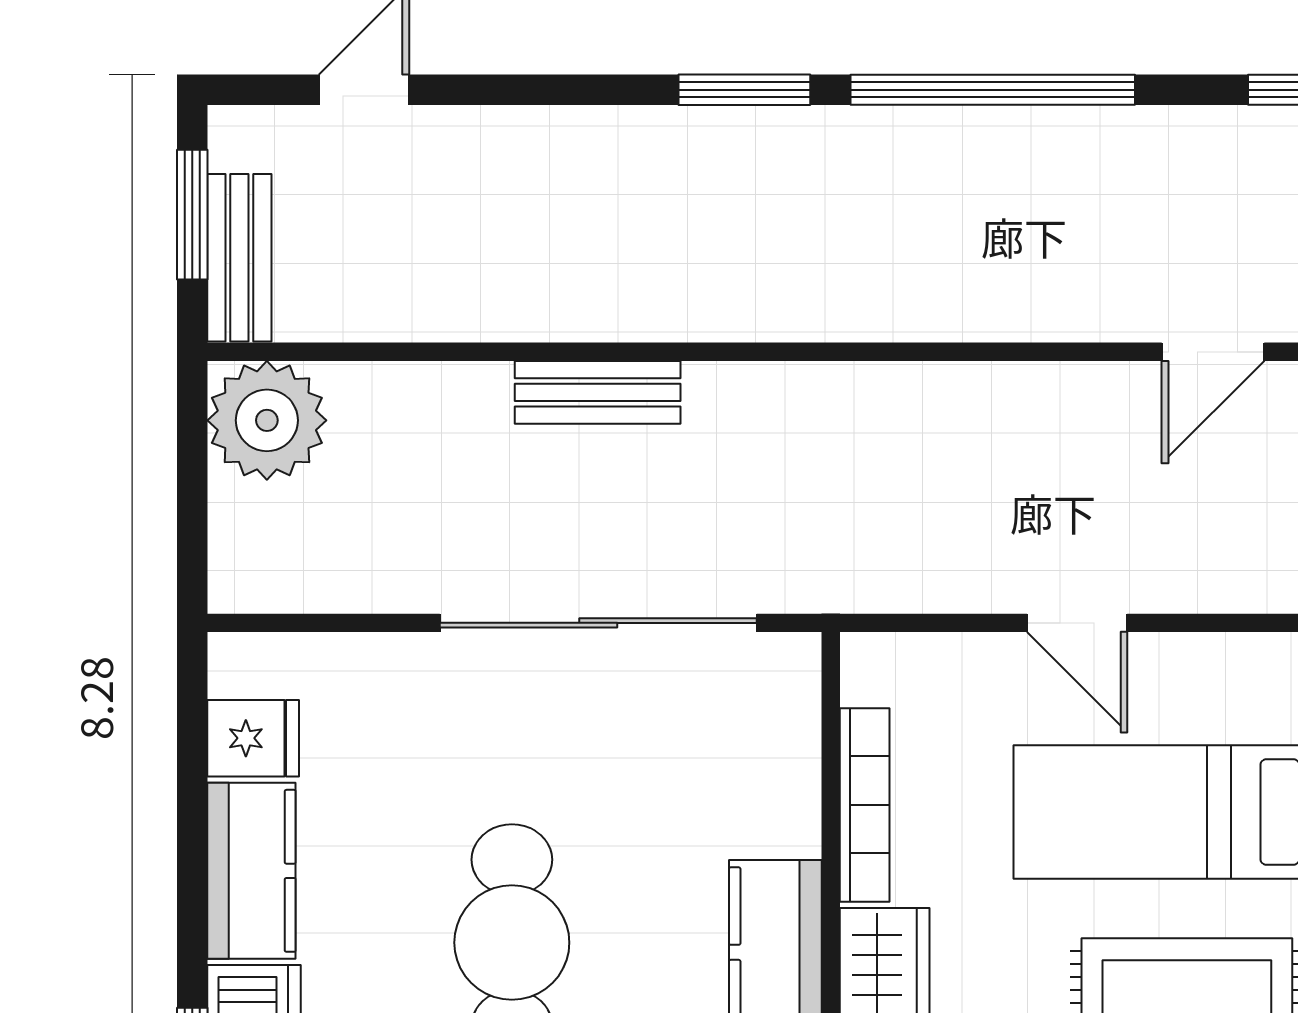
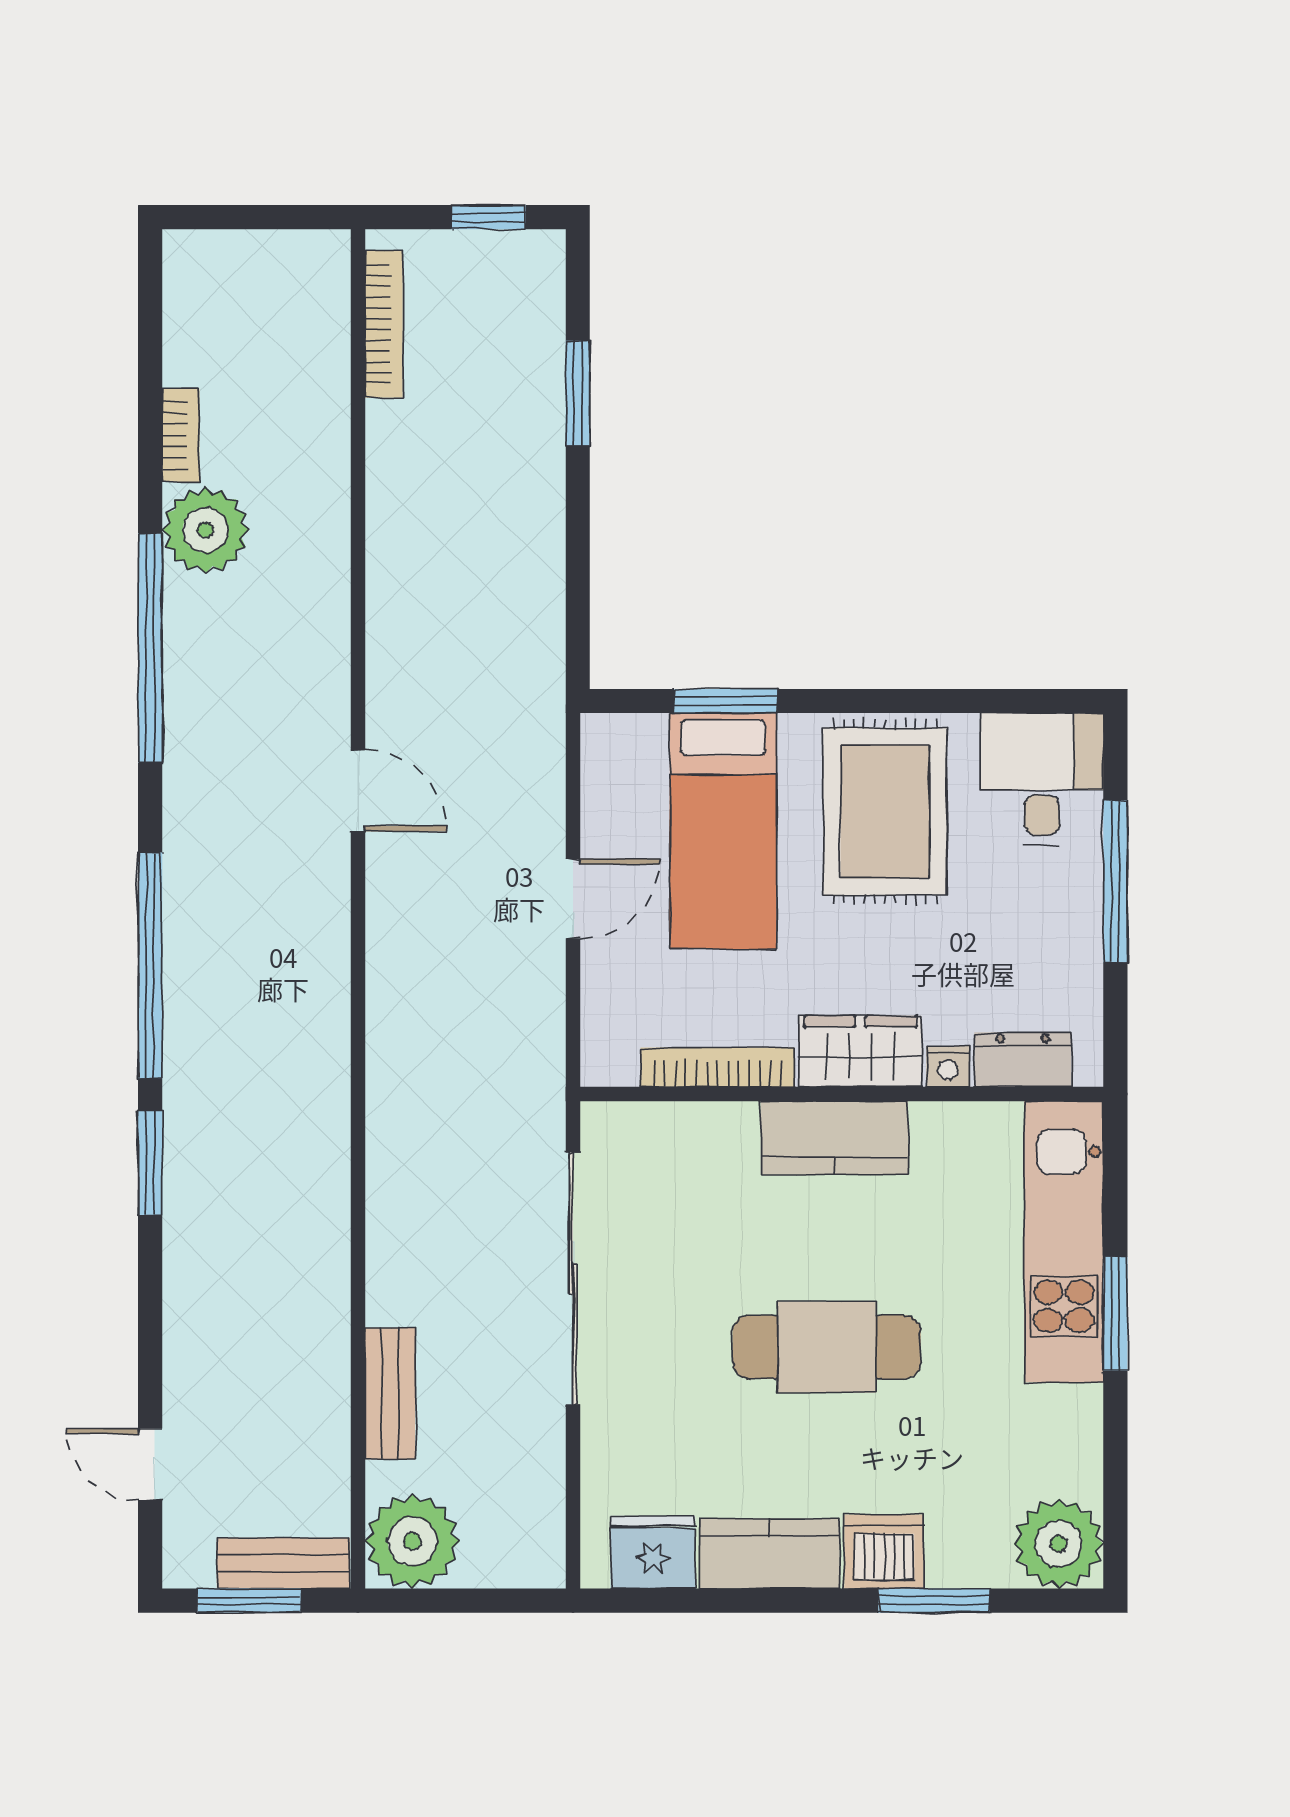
bench: (598, 392) -> (390, 1394), moved
fridge: (253, 738) -> (653, 1552), width x1.38

